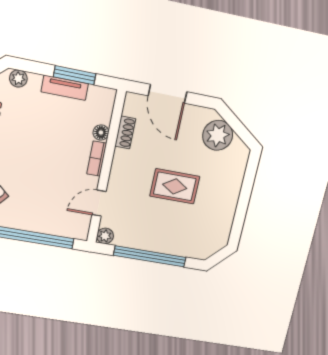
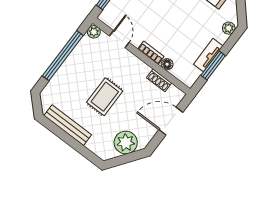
bench: (227, 211) -> (68, 125), added

